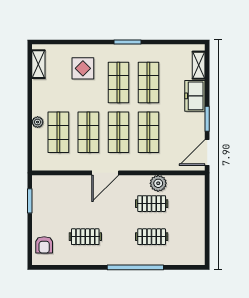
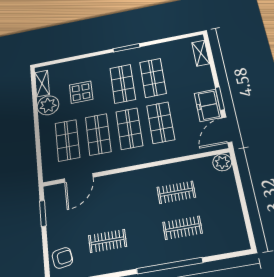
display table: (83, 68) -> (81, 92), moved
freezer: (195, 96) -> (208, 105), moved
plant: (38, 122) -> (48, 105), moved, width x1.87, depth x1.87
door: (105, 173) -> (79, 178), moved
plant: (158, 183) -> (222, 162), moved
armchair: (44, 245) -> (62, 258), turned -99

